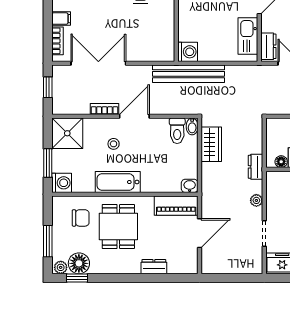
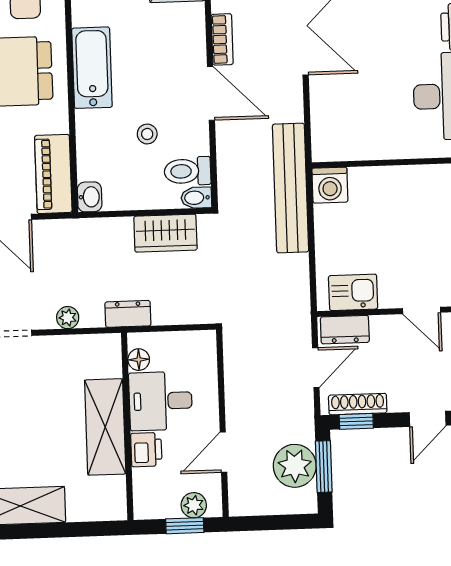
kitchen sink: (248, 36) -> (353, 292), width x0.73
stool: (114, 144) -> (147, 134), moved

